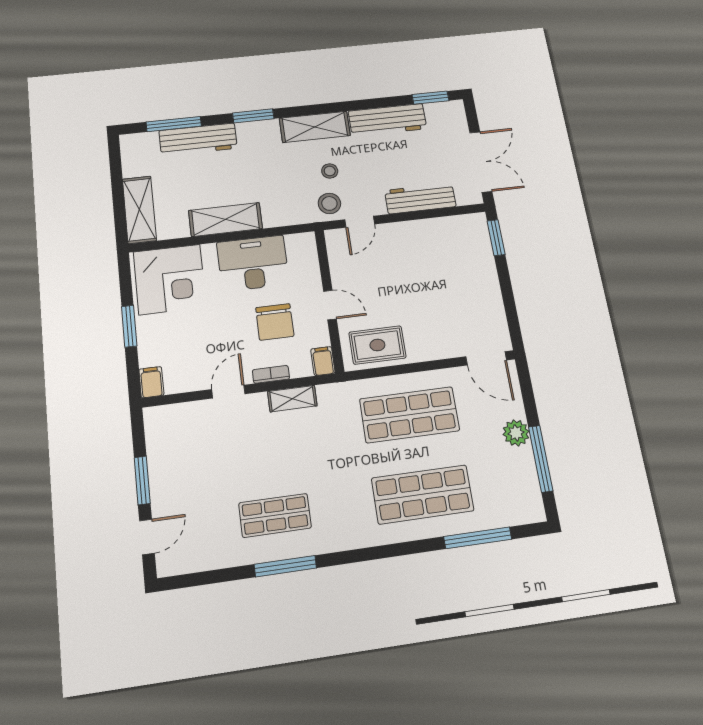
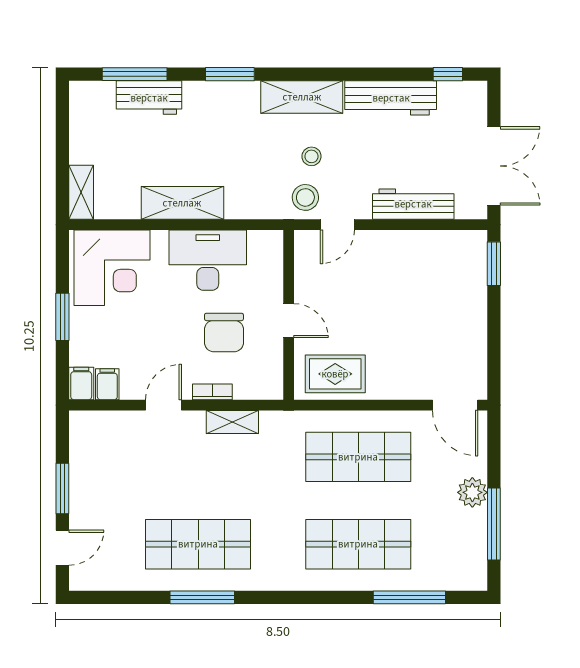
window: (430, 98) -> (448, 74), width x0.67
workbench: (198, 139) -> (149, 98), width x0.73
shelving: (139, 210) -> (81, 192), width x0.67, depth x0.75
filing cabinet: (323, 361) -> (107, 384), moved
shop shelf: (275, 515) -> (198, 544), width x1.43, depth x1.36

